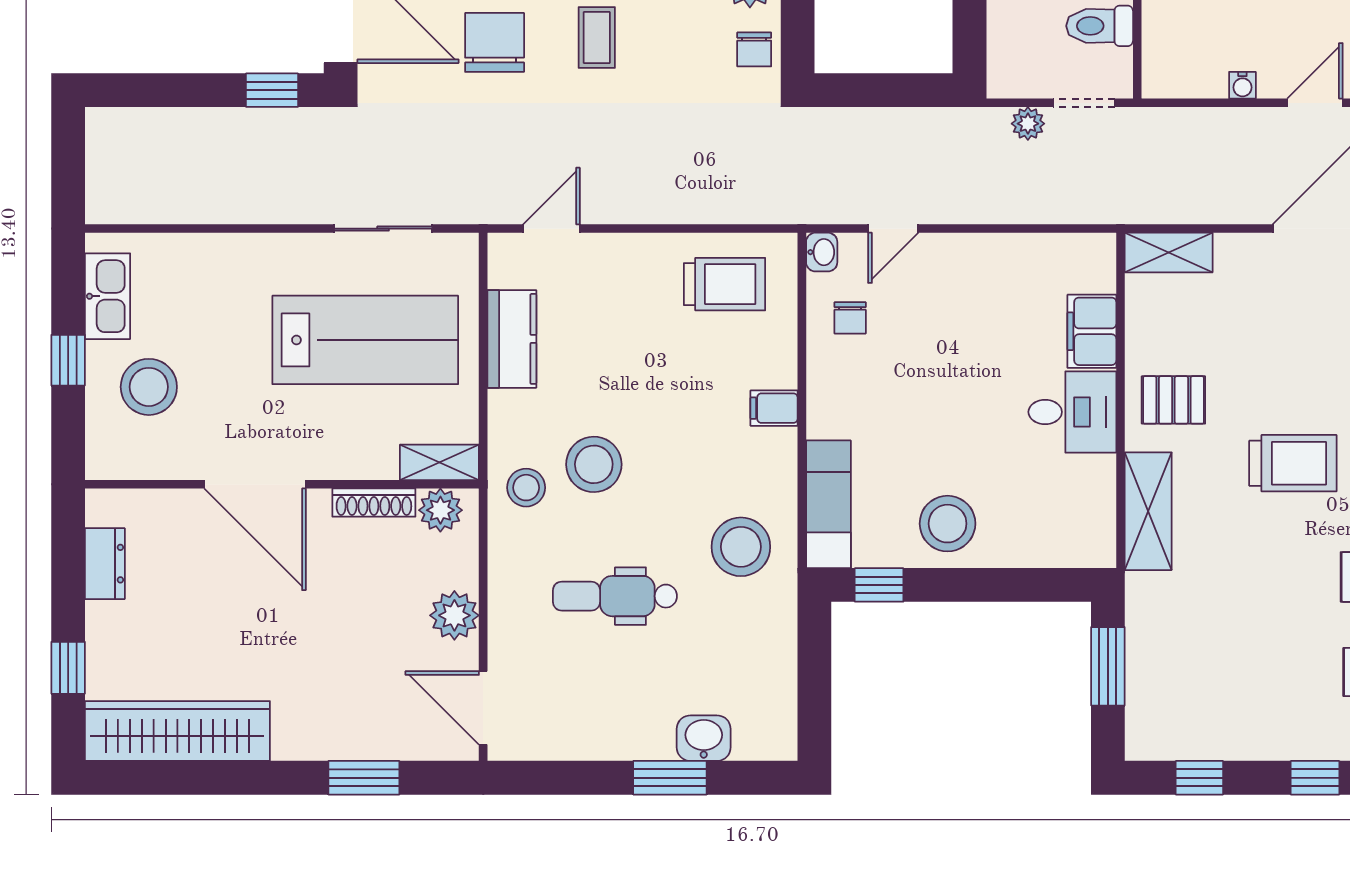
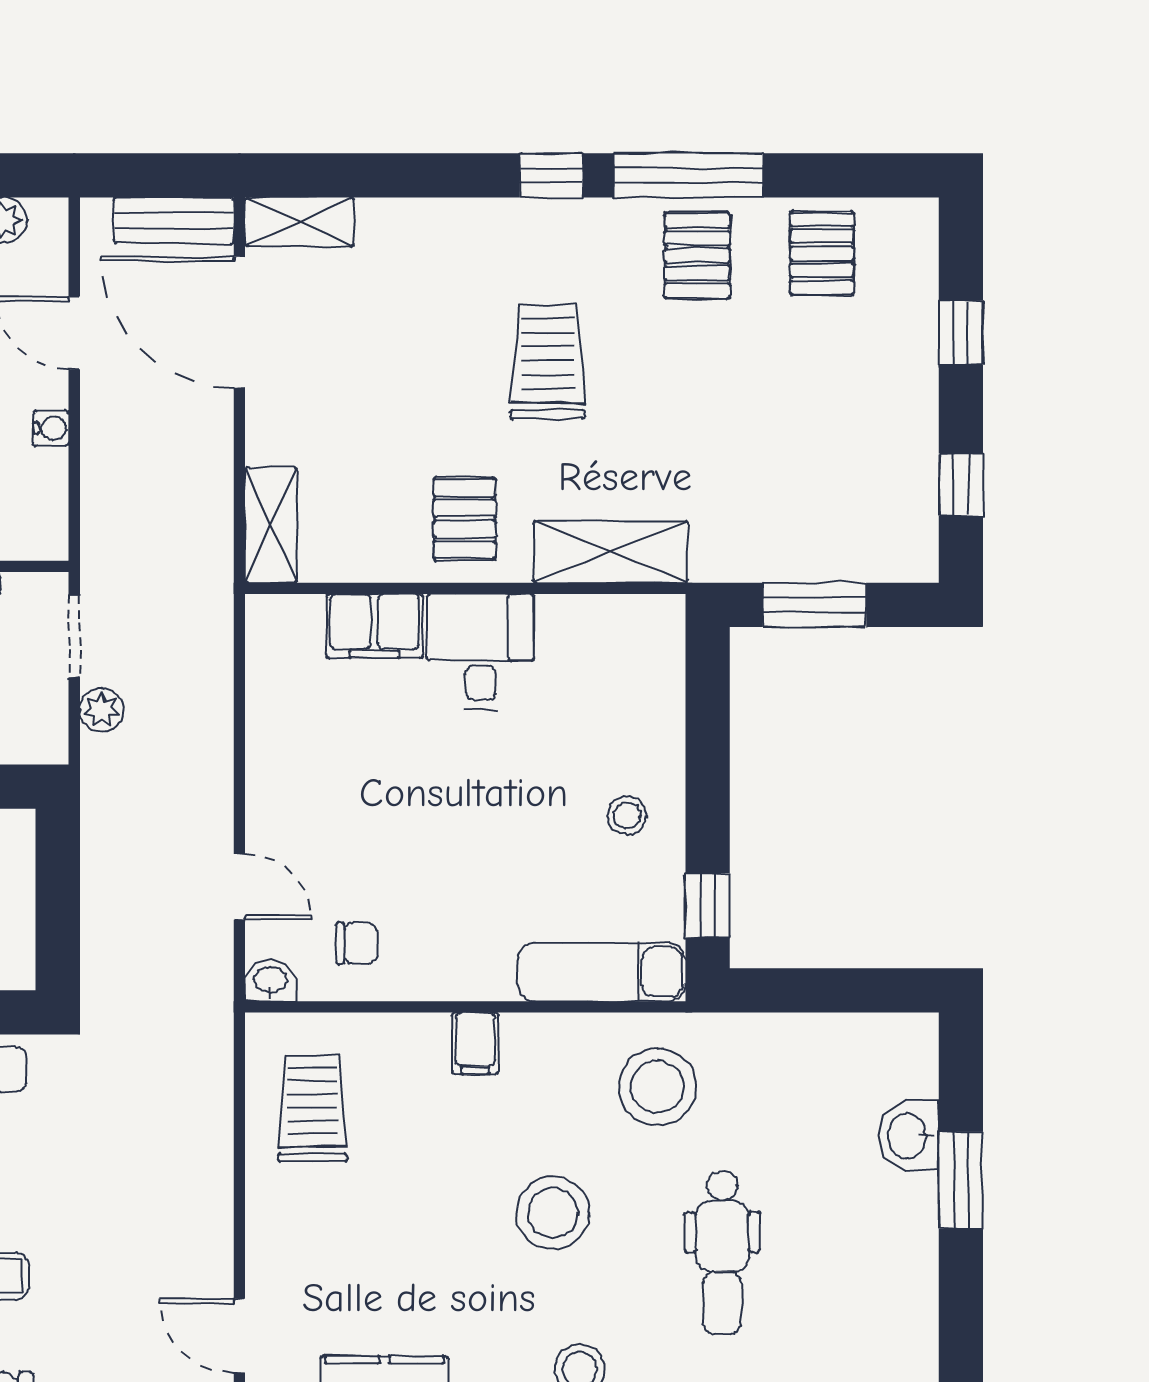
stool: (594, 464) -> (553, 1213), moved
stool: (948, 524) -> (627, 816), width x0.53, depth x0.53

